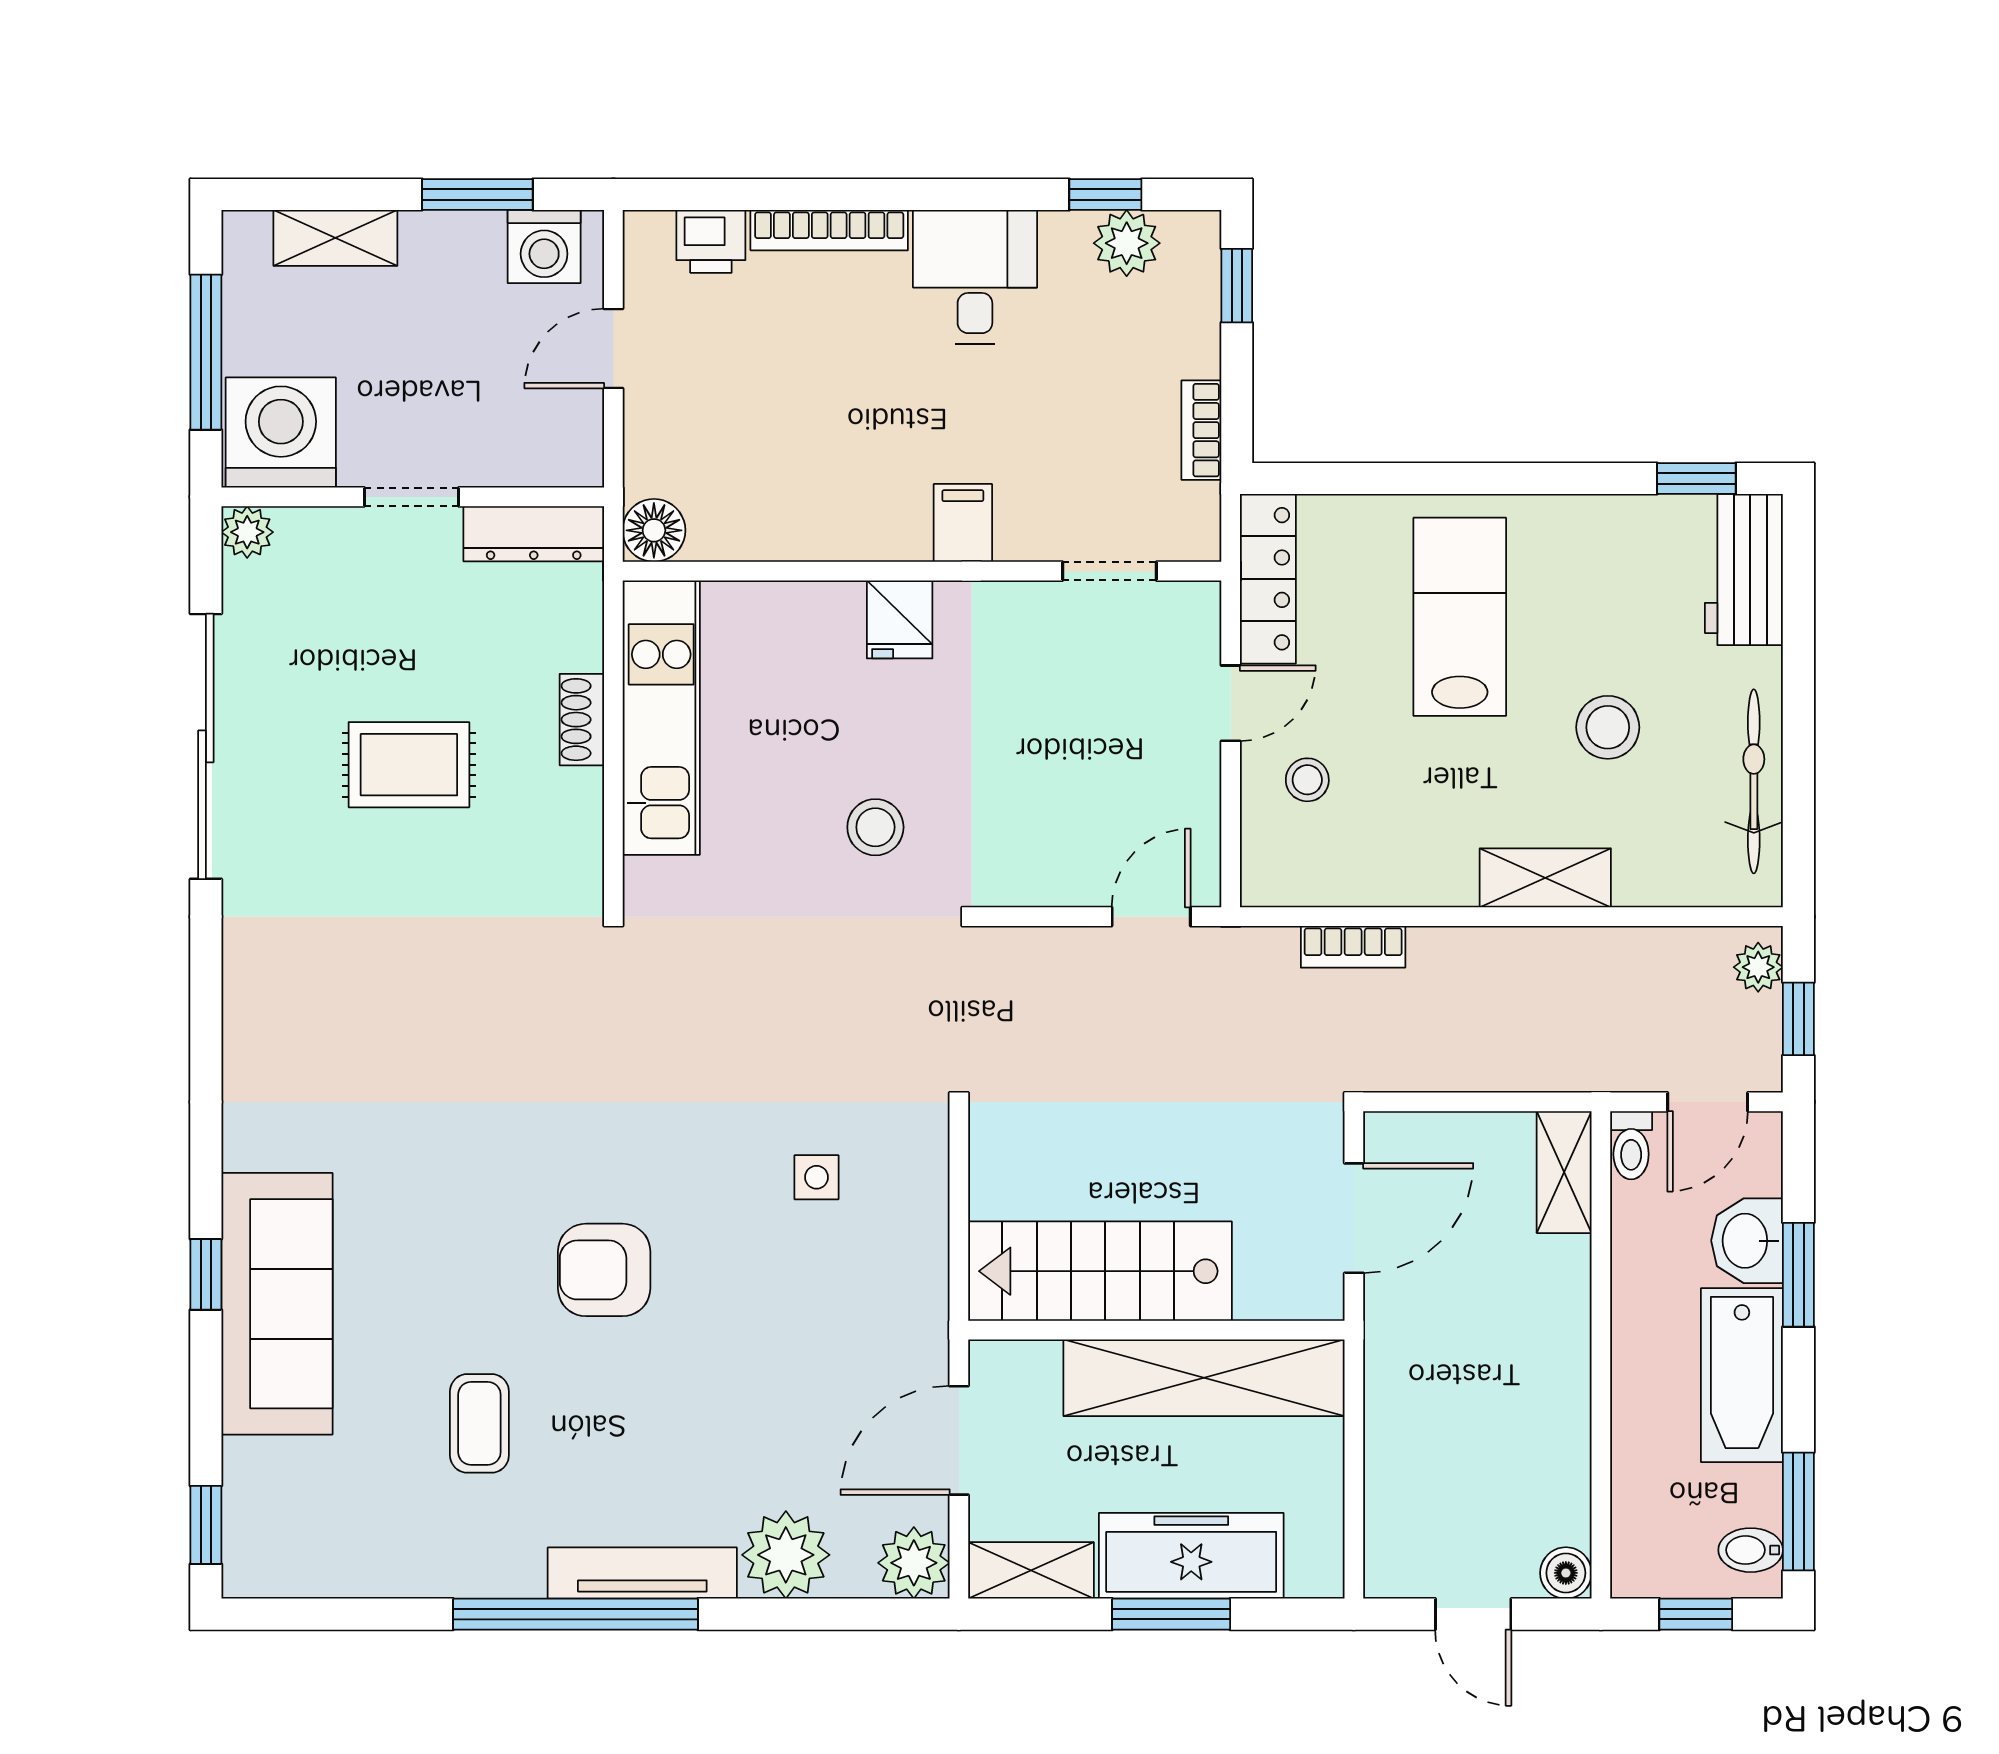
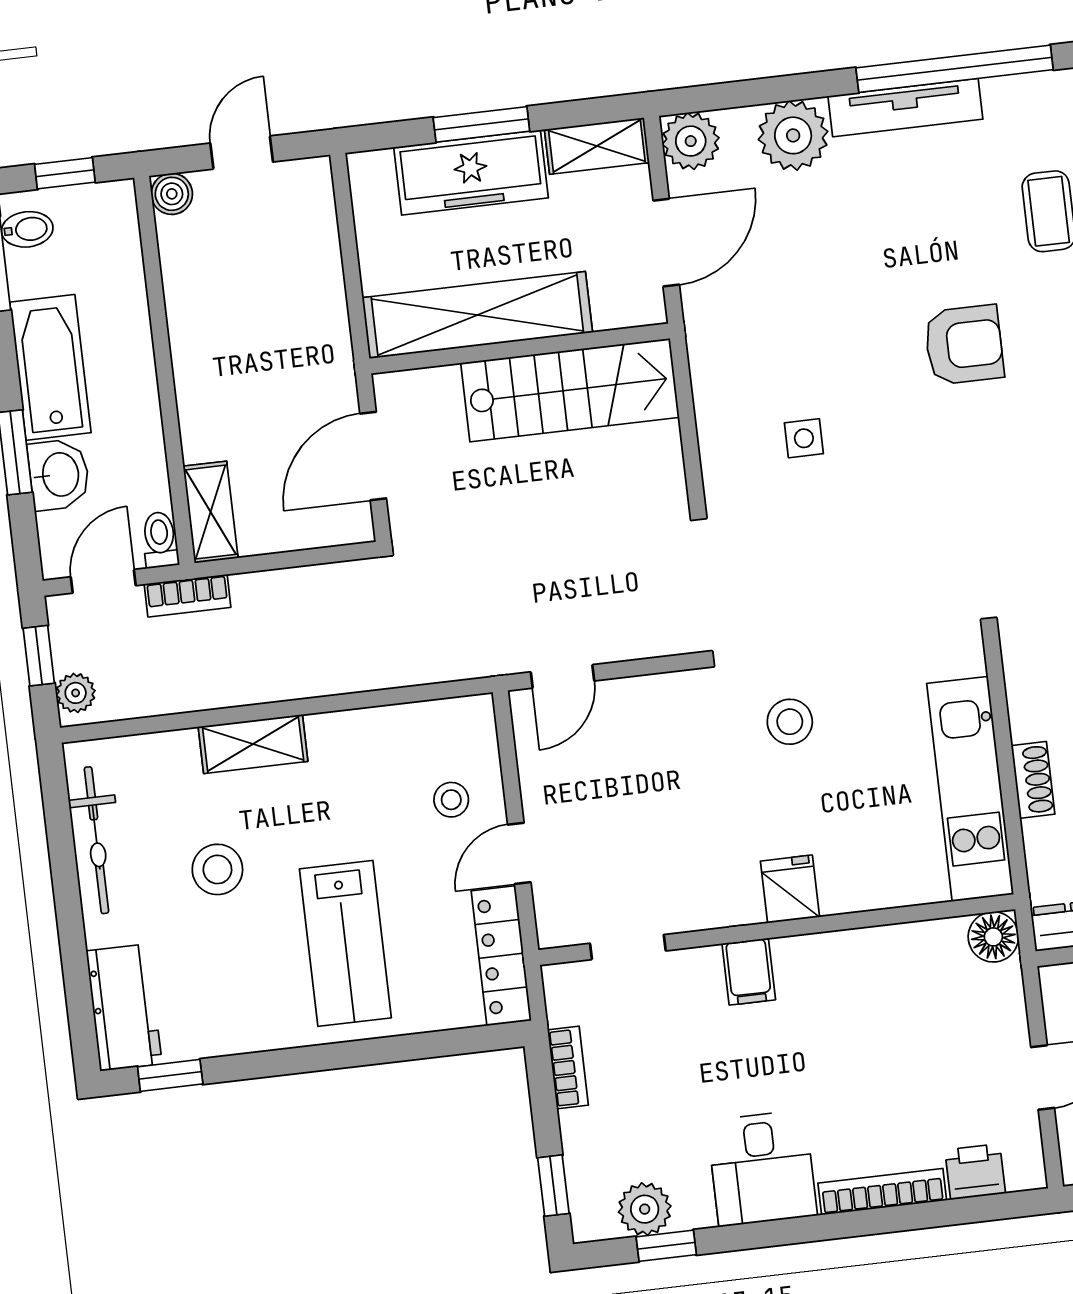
bookcase: (1353, 947) -> (187, 596), moved, turned 180
door: (1473, 1614) -> (242, 153), hinge flipped

